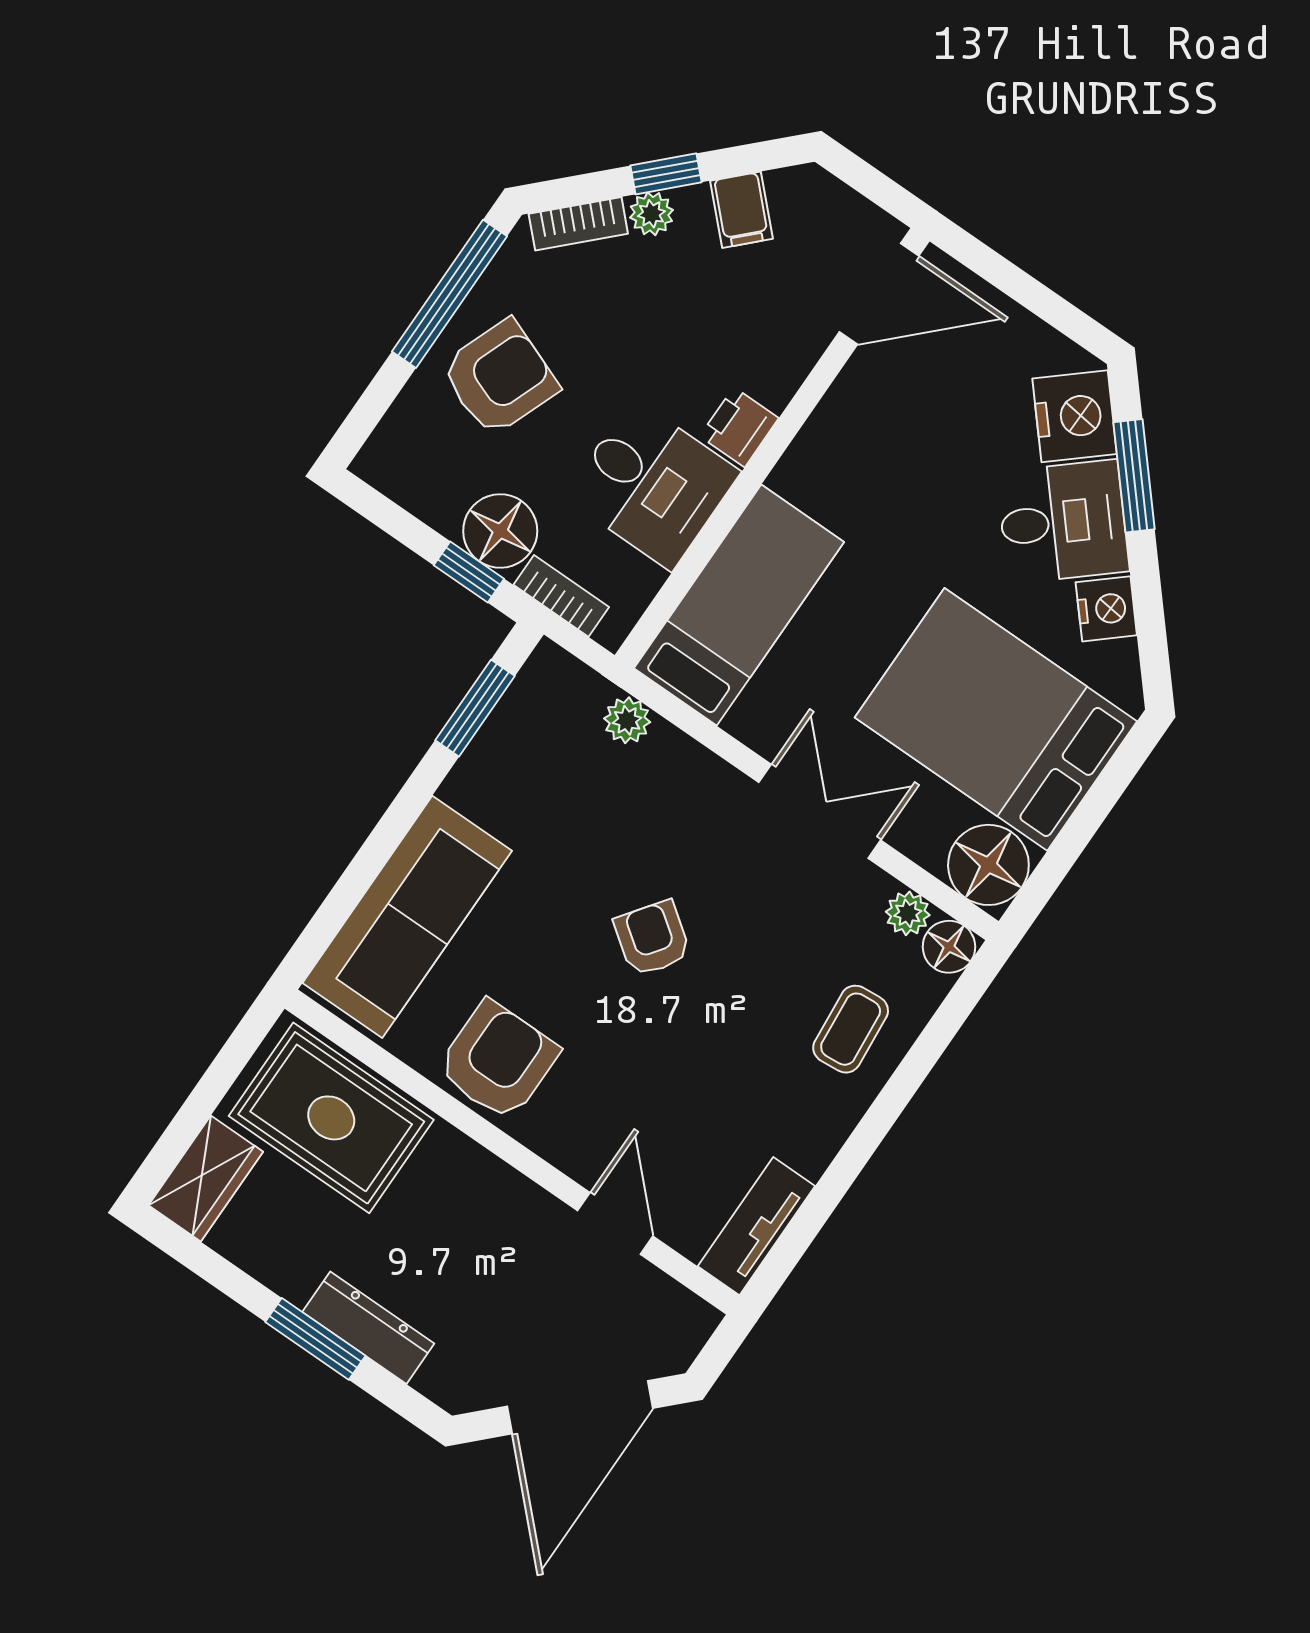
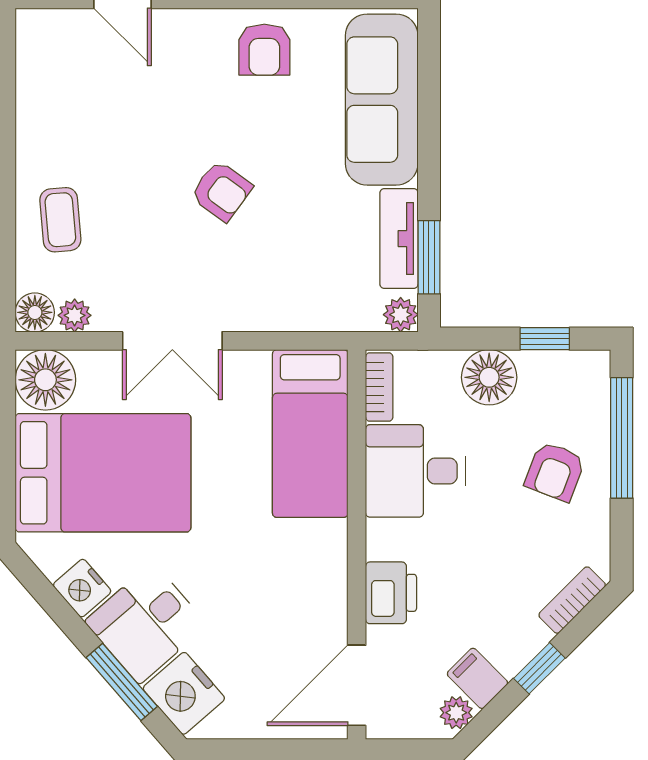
plant: (651, 214) -> (456, 713), moved
window: (450, 294) -> (622, 438), moved
armchair: (500, 378) -> (555, 471), width x0.72, depth x0.72
printer: (739, 427) -> (391, 593), moved, width x1.36, depth x1.24
window: (469, 572) -> (545, 339), moved
bookcase: (561, 596) -> (379, 387), moved, turned -90
plant: (627, 720) -> (401, 315), moved
armchair: (498, 1061) -> (264, 50), width x0.72, depth x0.72
tv unit: (756, 1226) -> (399, 239), moved, turned 180

